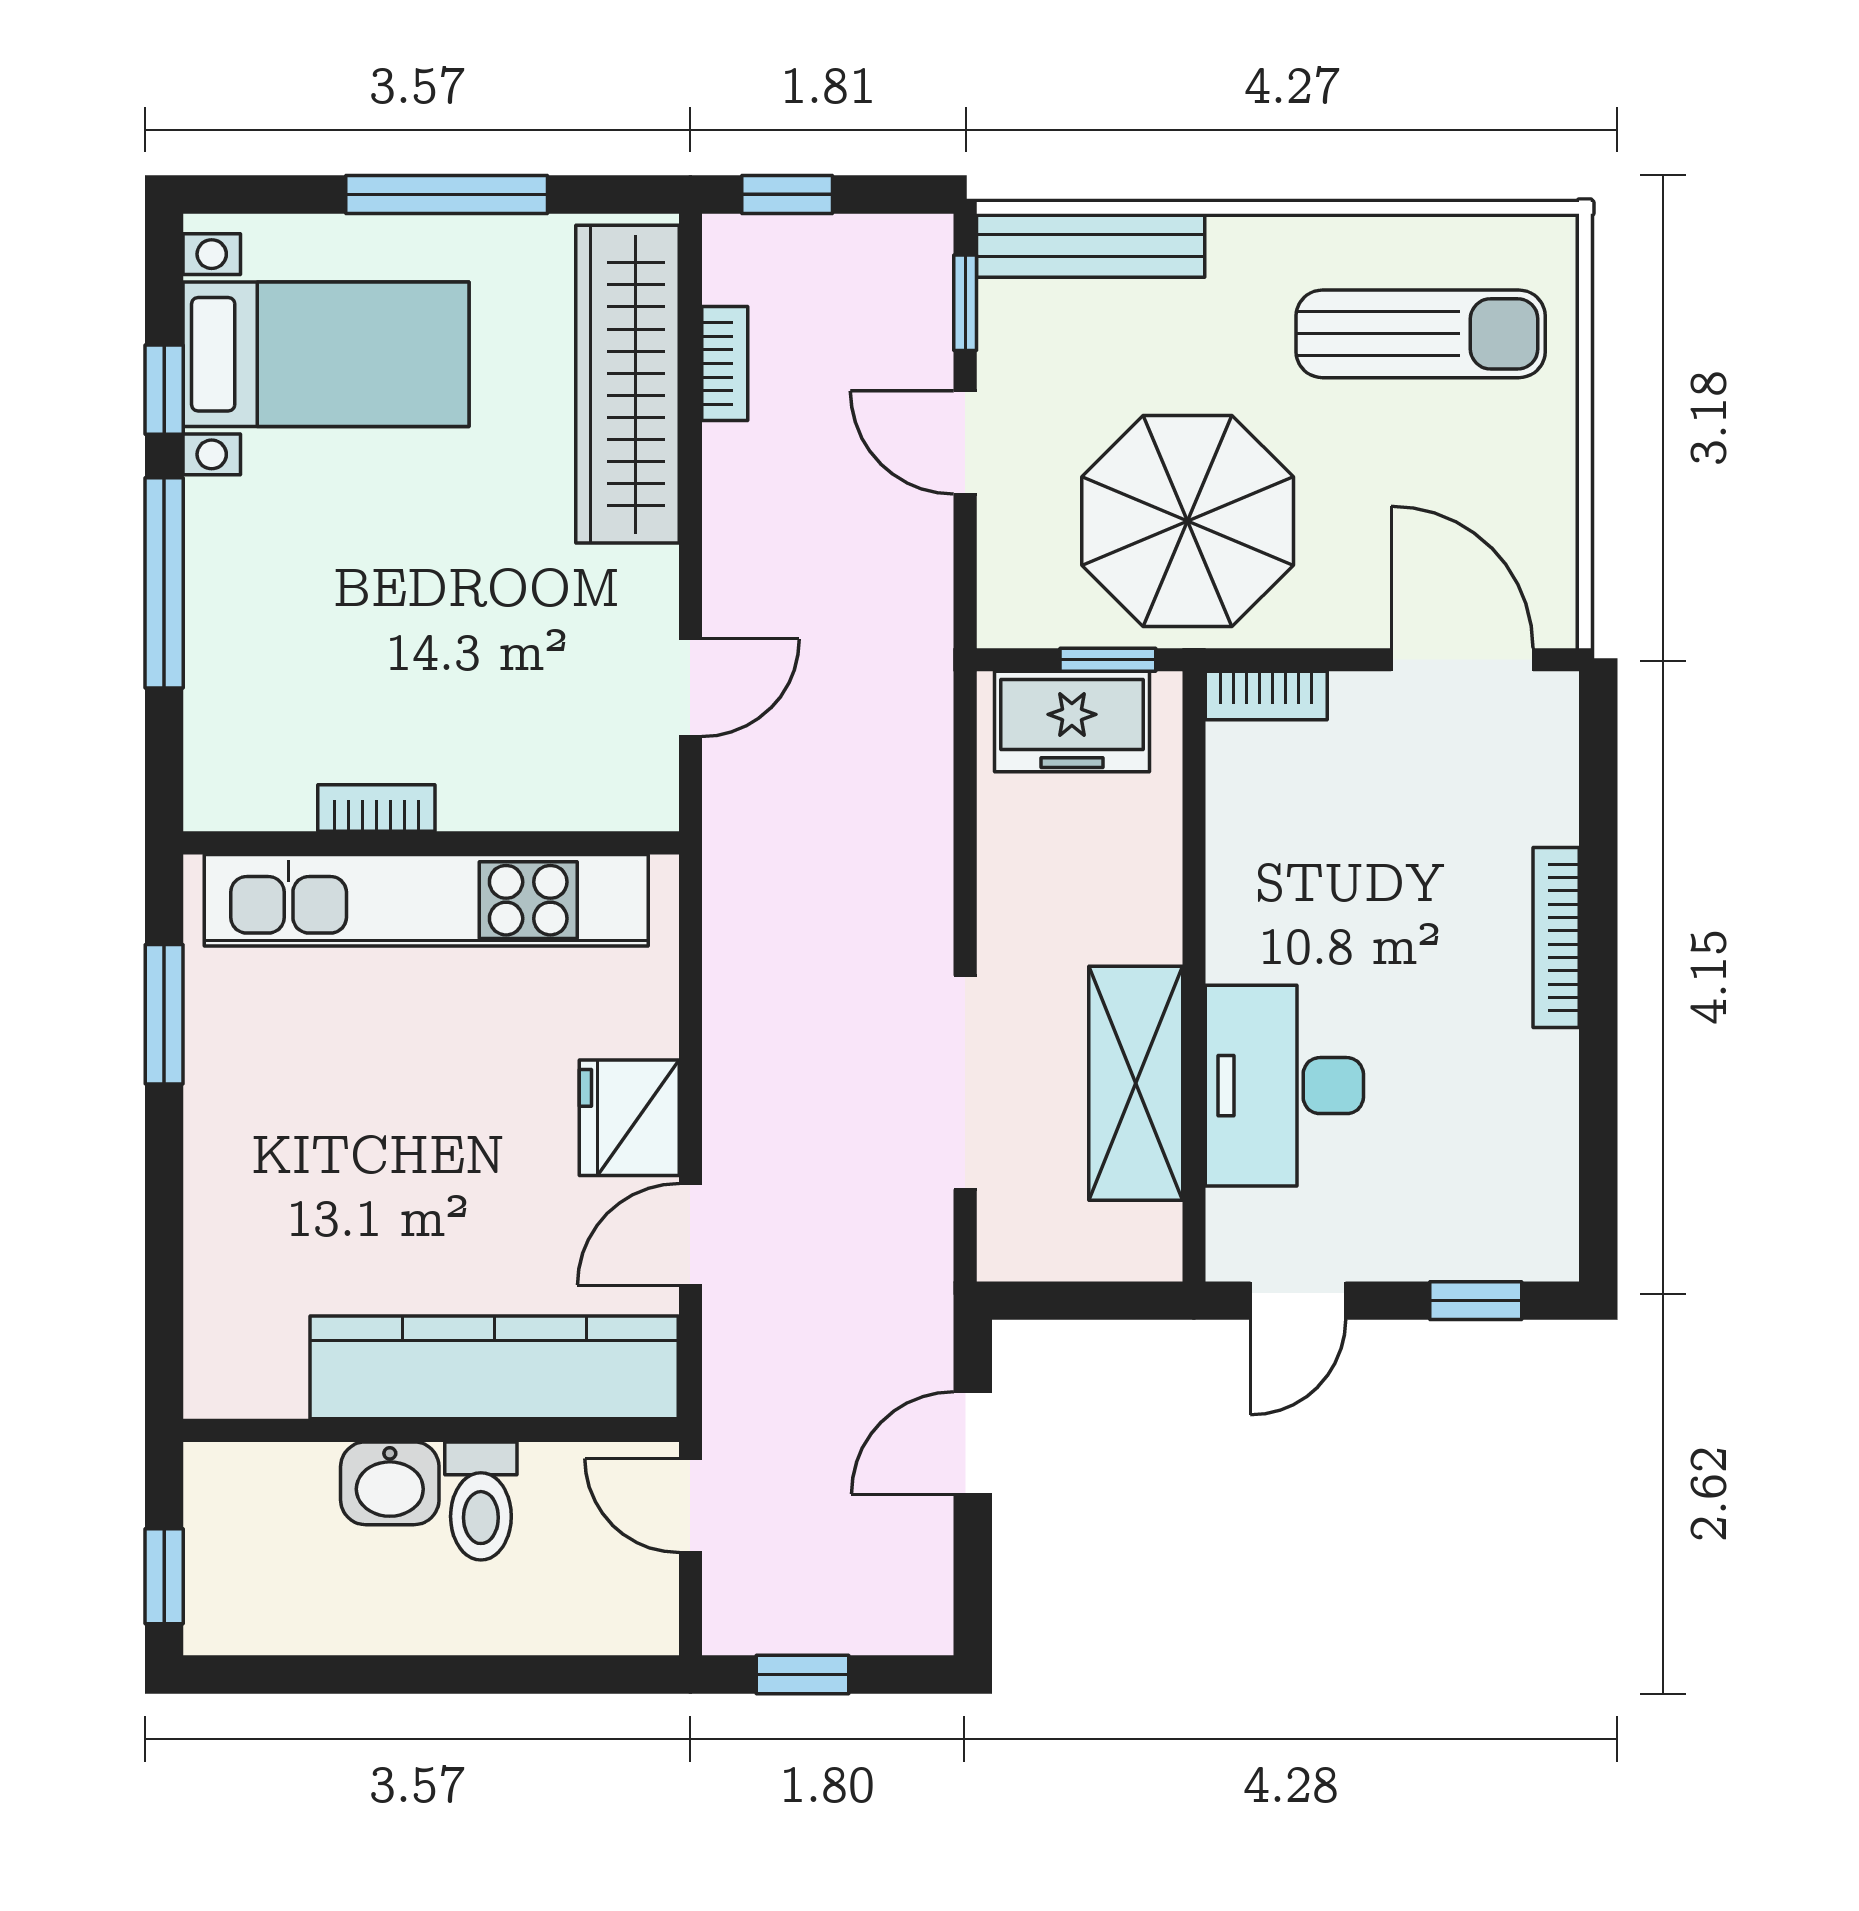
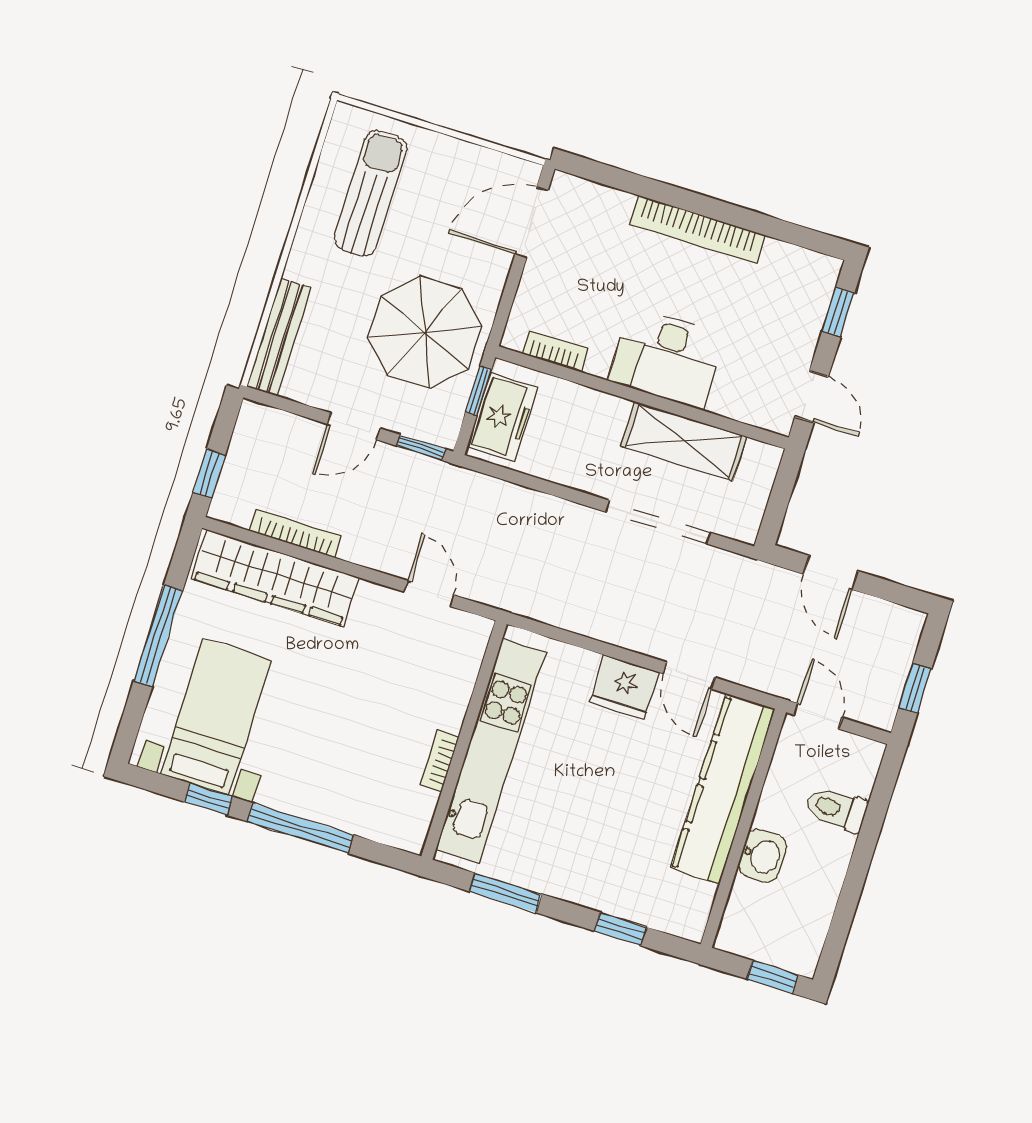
window: (965, 303) -> (421, 447), moved
bookcase: (725, 364) -> (295, 533), width x1.56
bookcase: (1266, 696) -> (555, 351), moved, turned -90
bookcase: (1556, 938) -> (697, 229), width x1.48, depth x1.31
desk: (1284, 1086) -> (667, 358), moved
window: (164, 1256) -> (620, 929), added
toilet: (481, 1501) -> (836, 809), moved, turned 180
door: (690, 1506) -> (818, 716), swing flipped

